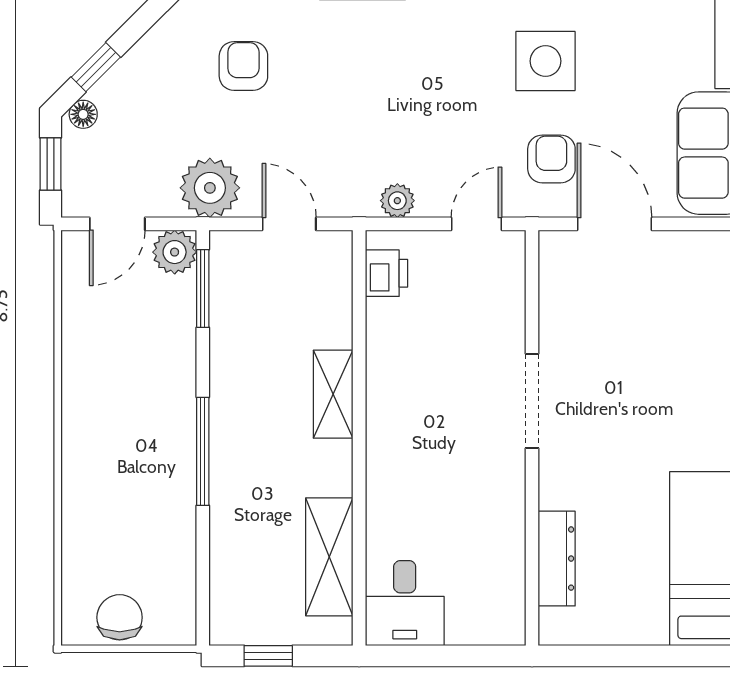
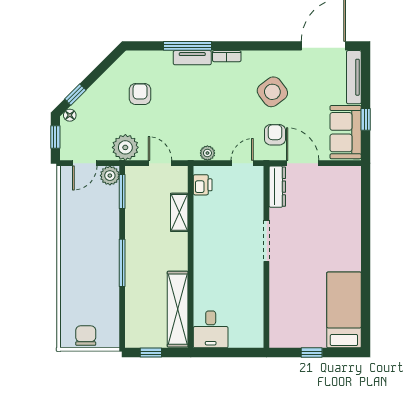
side table: (546, 61) -> (272, 92), turned -37
shelving: (333, 394) -> (179, 212), moved
shelving: (329, 557) -> (178, 309), width x1.47
dresser: (557, 559) -> (277, 187), moved
window: (635, 656) -> (312, 353), added

